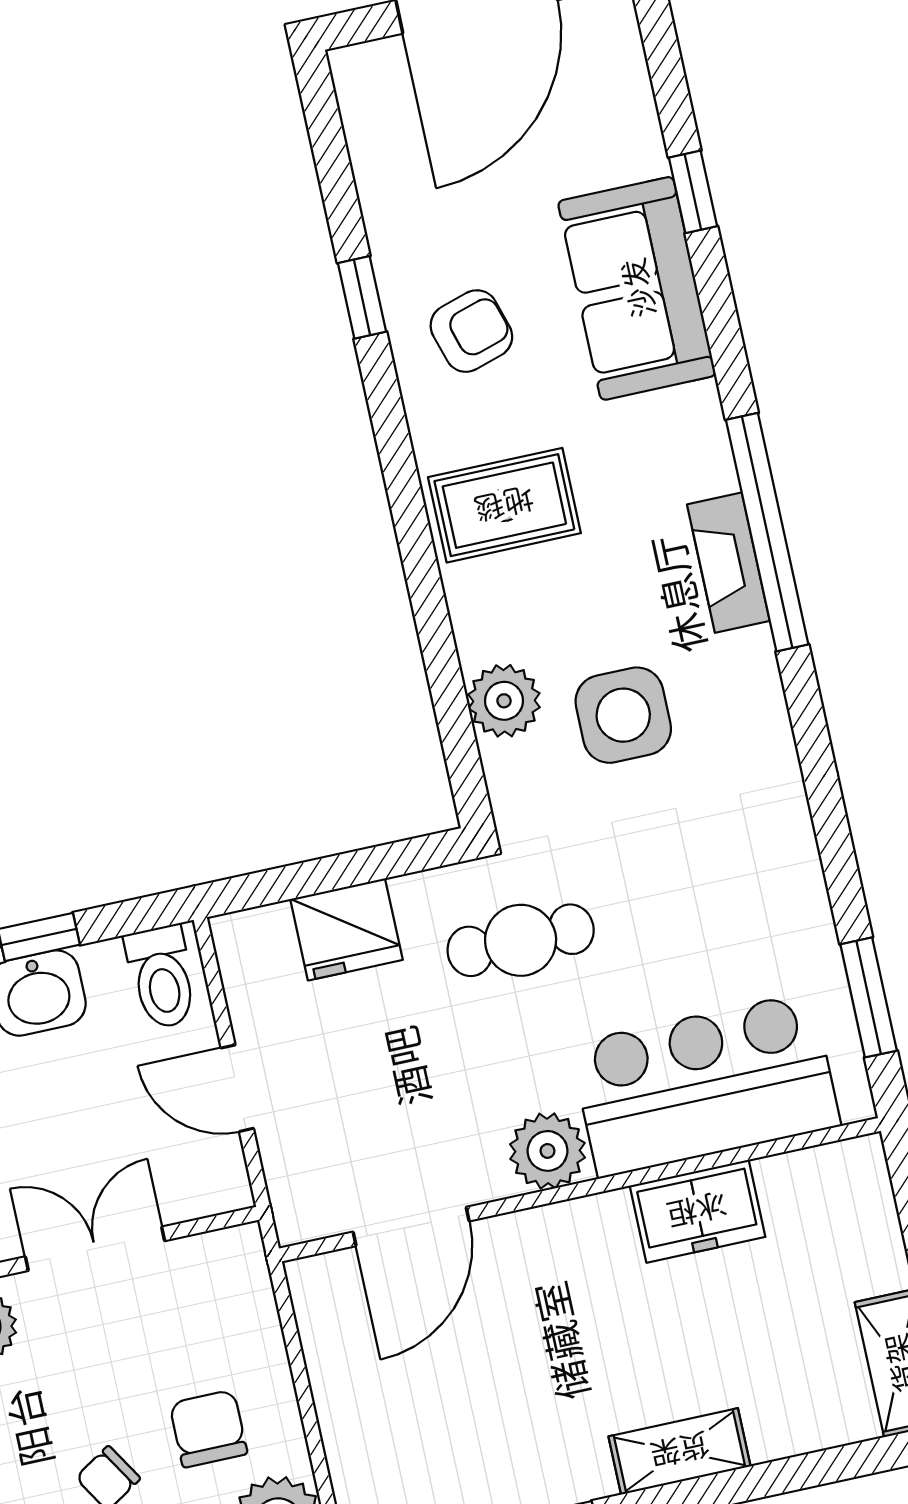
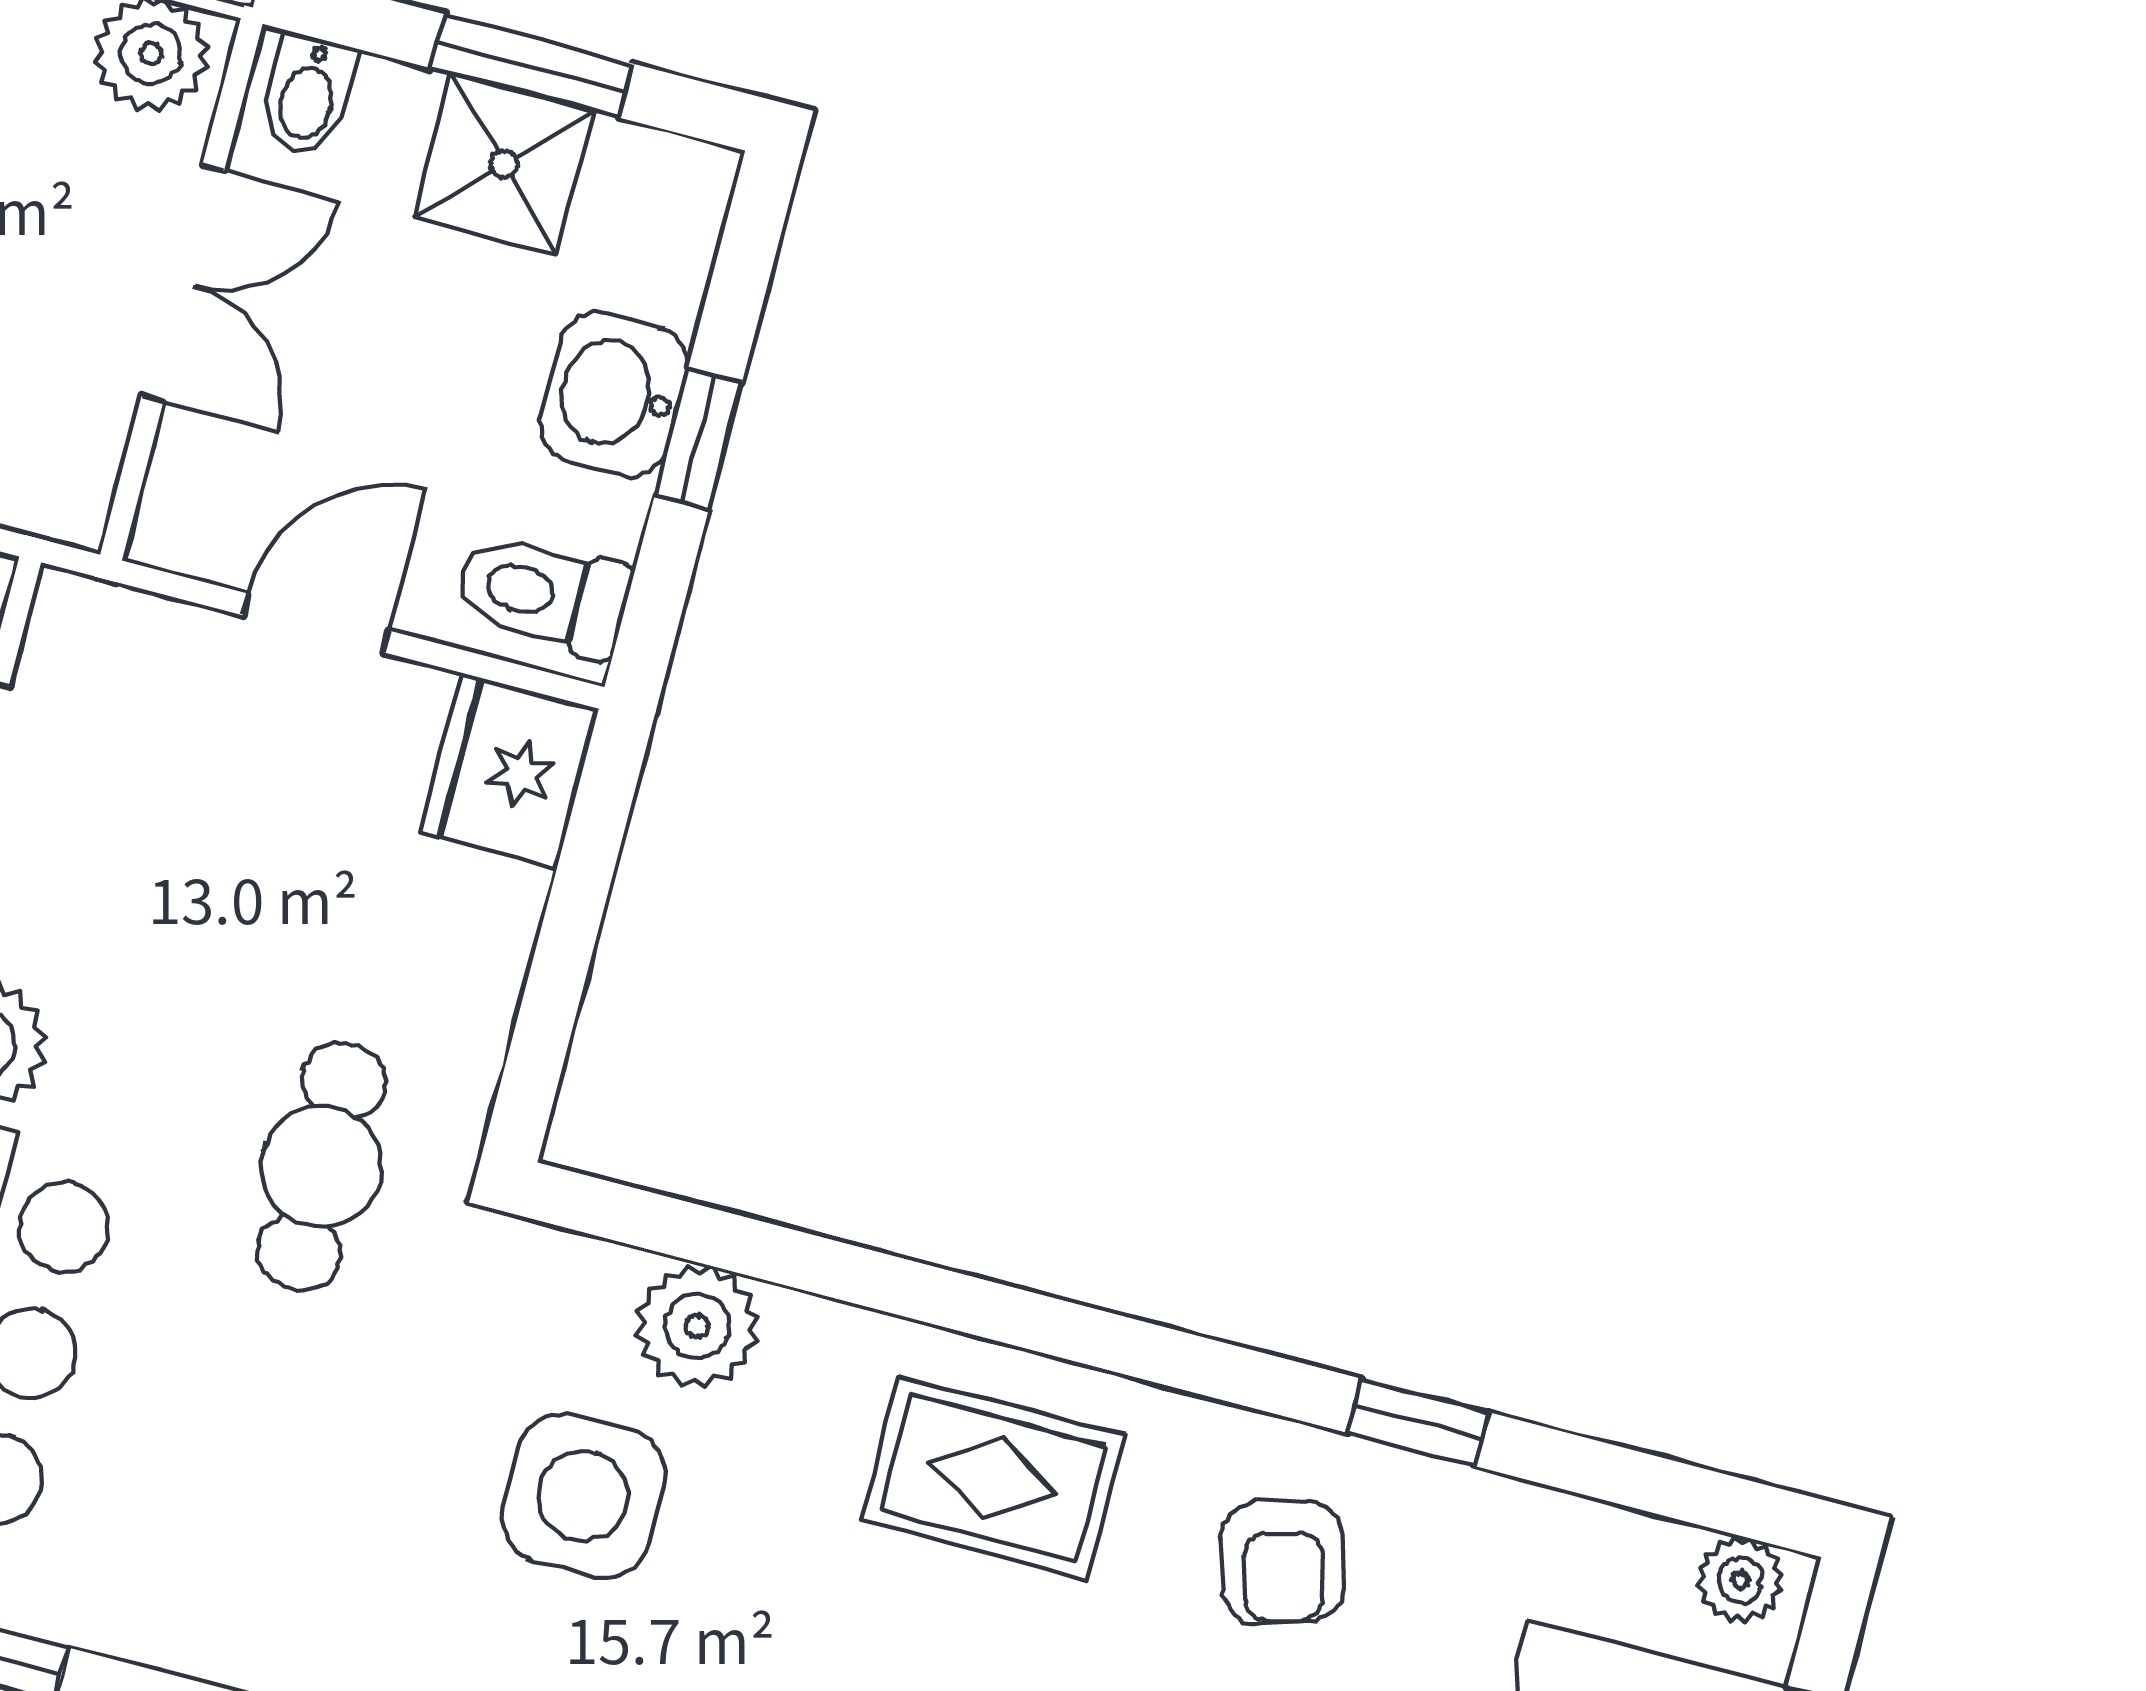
plant: (359, 86) -> (1740, 1580), added
rug: (504, 505) -> (993, 1478), turned 90
fridge: (346, 929) -> (509, 770), moved

